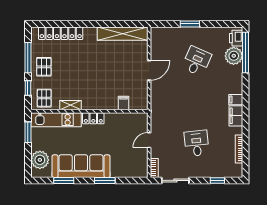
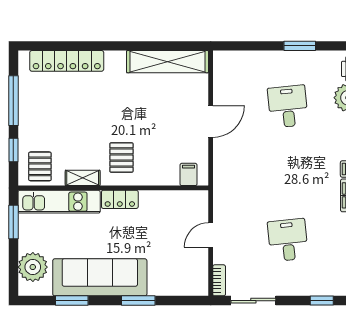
window: (190, 24) -> (300, 46), moved
desk: (197, 61) -> (288, 106), turned -30
pallet: (44, 67) -> (121, 157), moved
filing cabinet: (124, 103) -> (189, 174), moved

